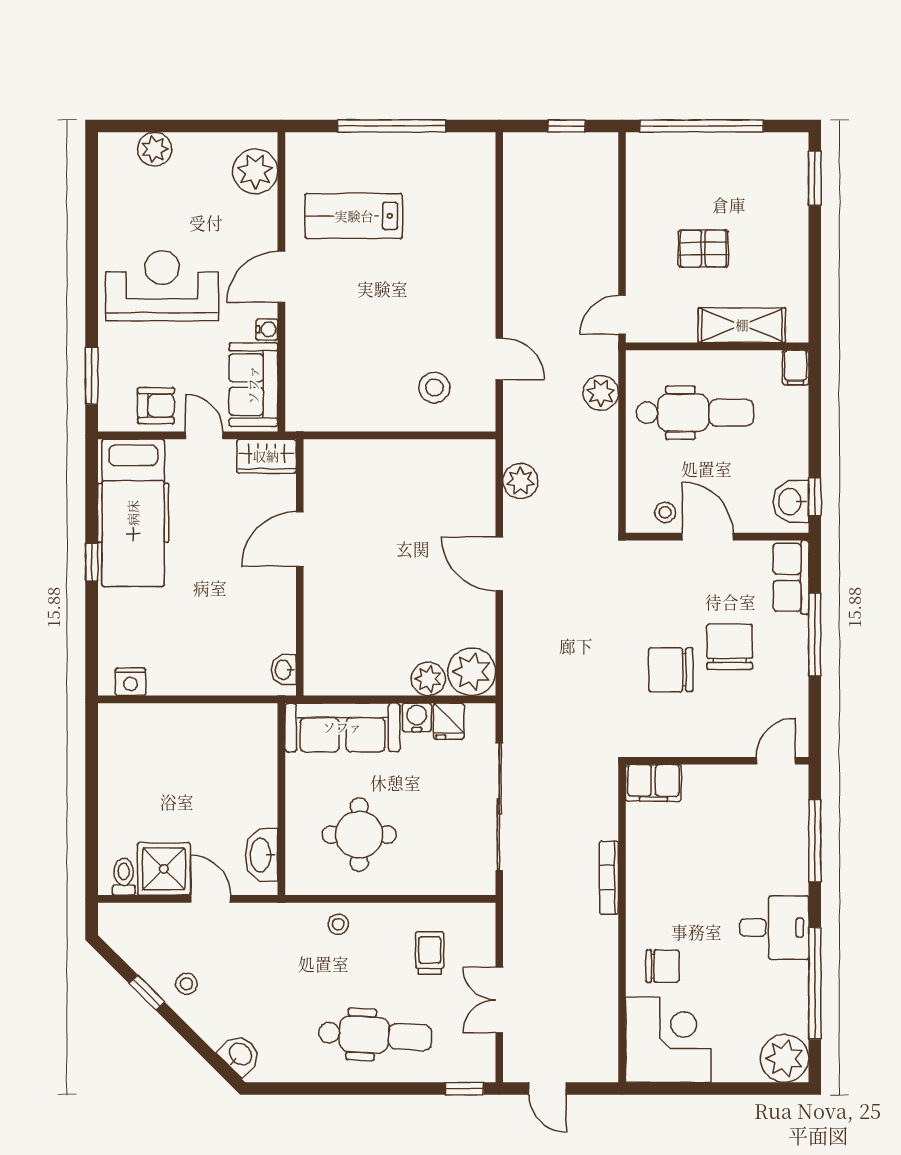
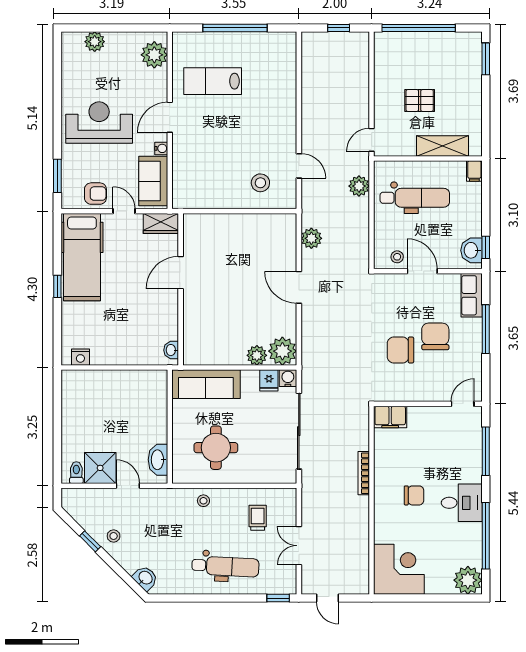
water cooler: (417, 717) -> (288, 378), moved
chair: (663, 966) -> (414, 495), moved

